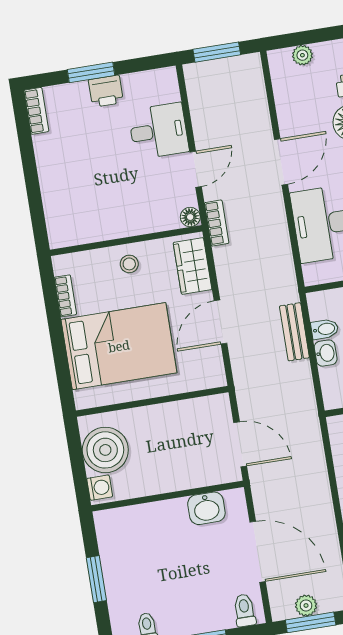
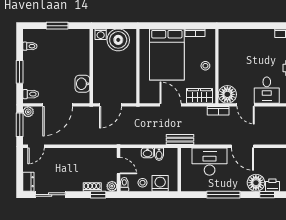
floor lamp: (190, 217) -> (227, 94), width x1.89, depth x1.89
bench: (294, 332) -> (180, 140), moved
plant: (306, 605) -> (28, 112), moved

